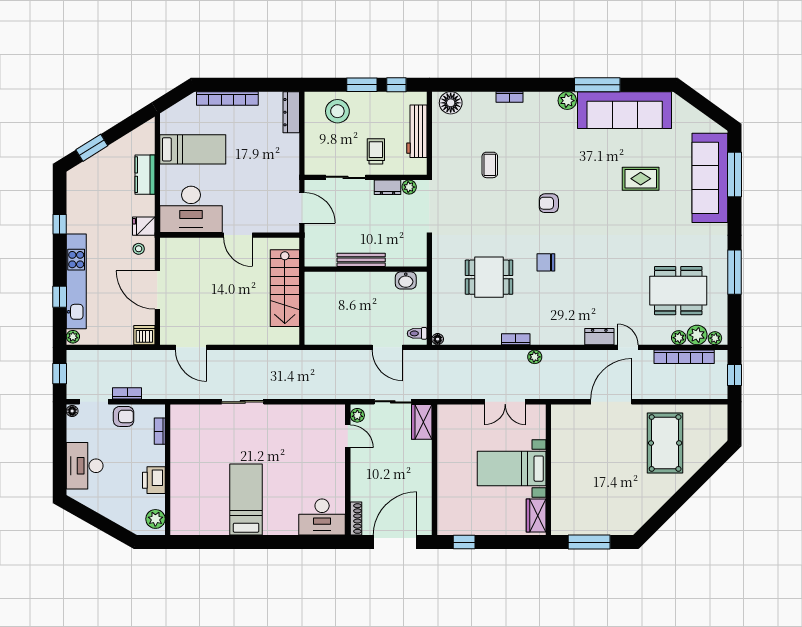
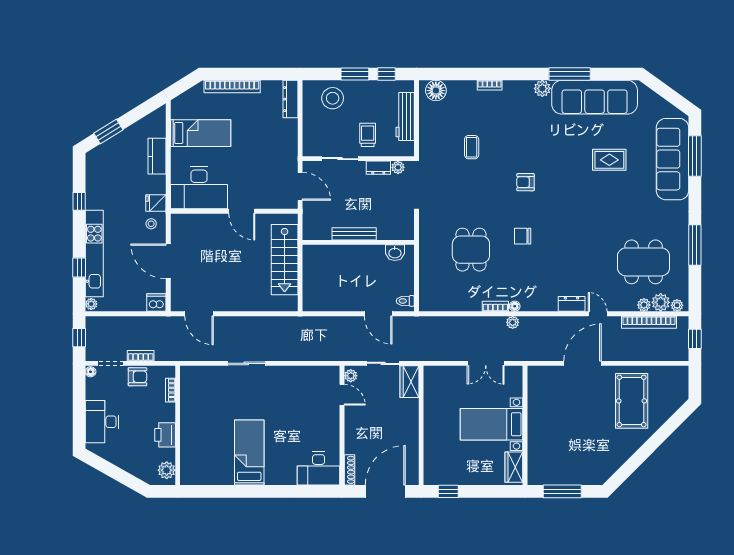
dining table: (489, 277) -> (471, 250), turned 90
floor lamp: (438, 339) -> (515, 306), moved

